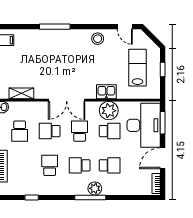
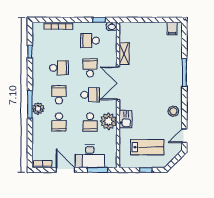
shelving: (21, 93) -> (124, 54), moved
desk: (144, 125) -> (90, 156), width x0.73, depth x0.77

